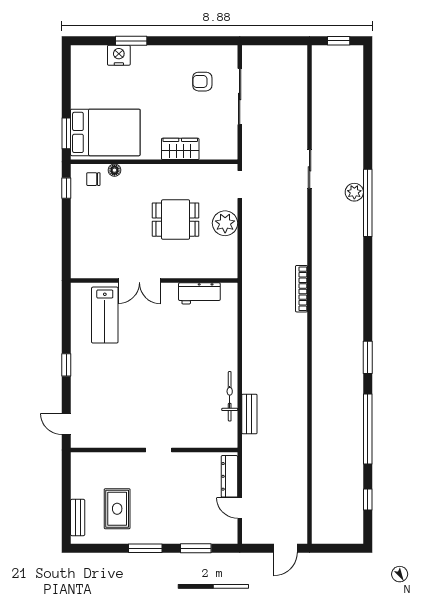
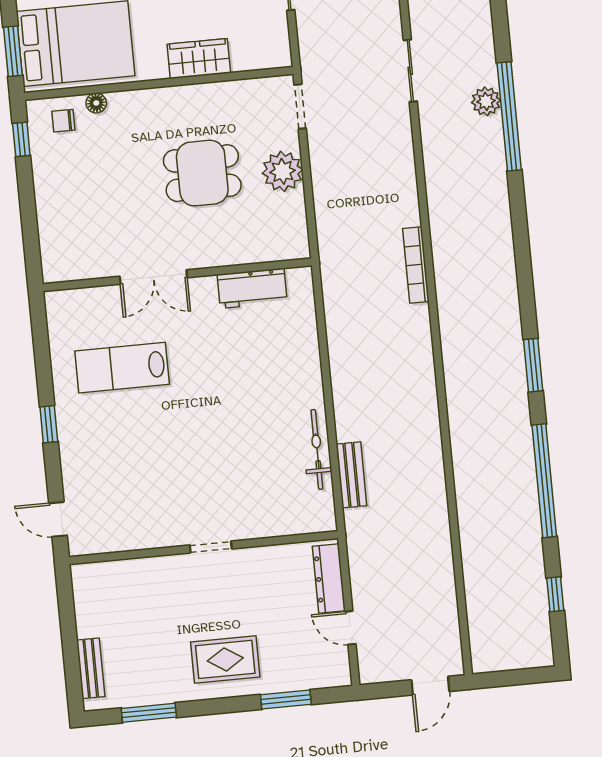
lab bench: (105, 315) -> (122, 368), moved, turned 90
rug: (117, 509) -> (225, 659), moved, turned 90
window: (145, 548) -> (149, 713), moved

